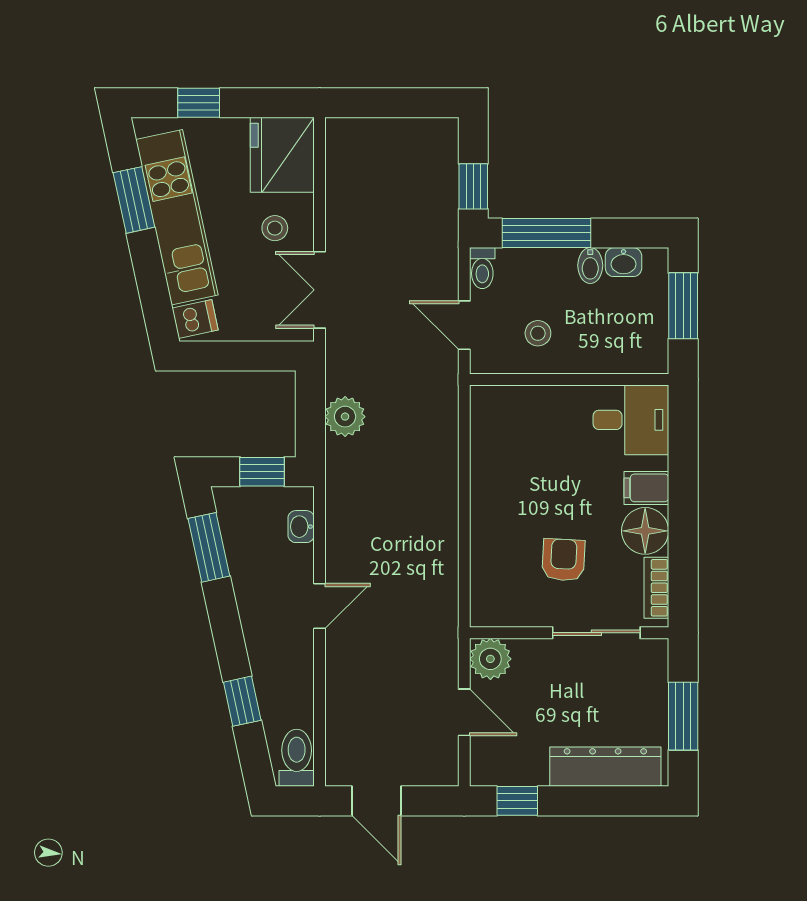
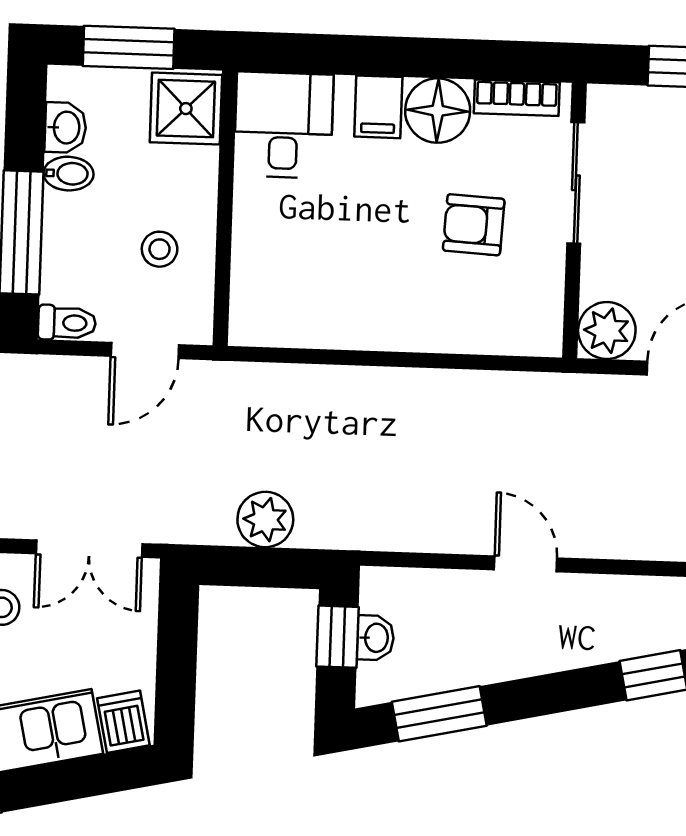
shower: (640, 349) -> (186, 109), added
washbasin: (301, 527) -> (375, 638), moved, turned -90

